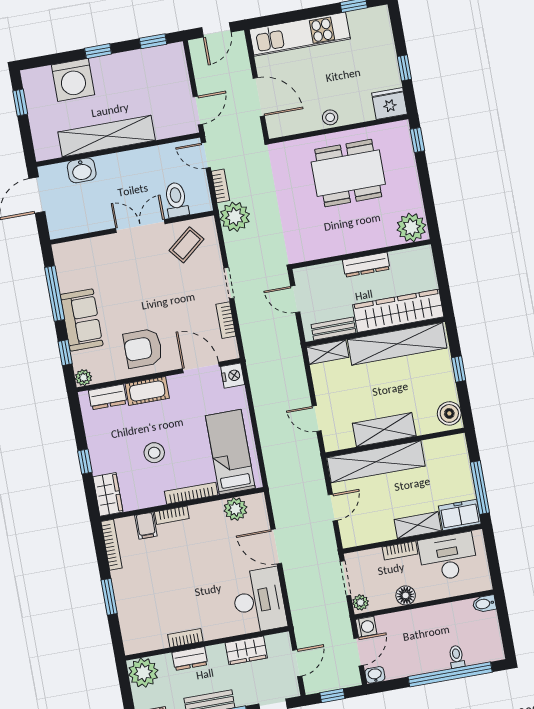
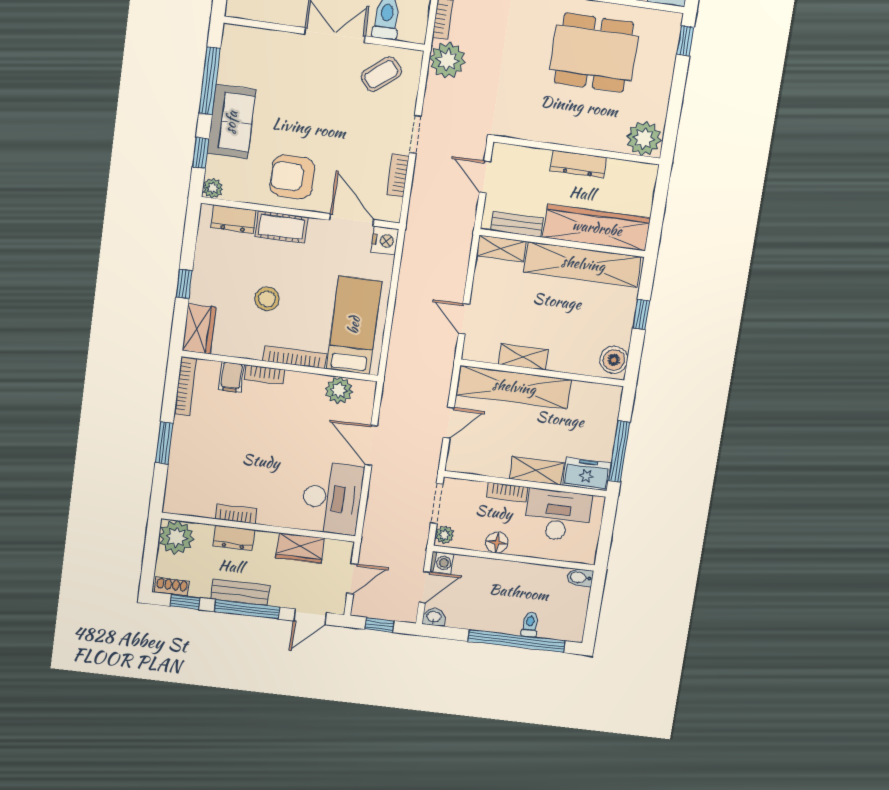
shelving: (384, 430) -> (523, 357), width x0.67, depth x0.75

